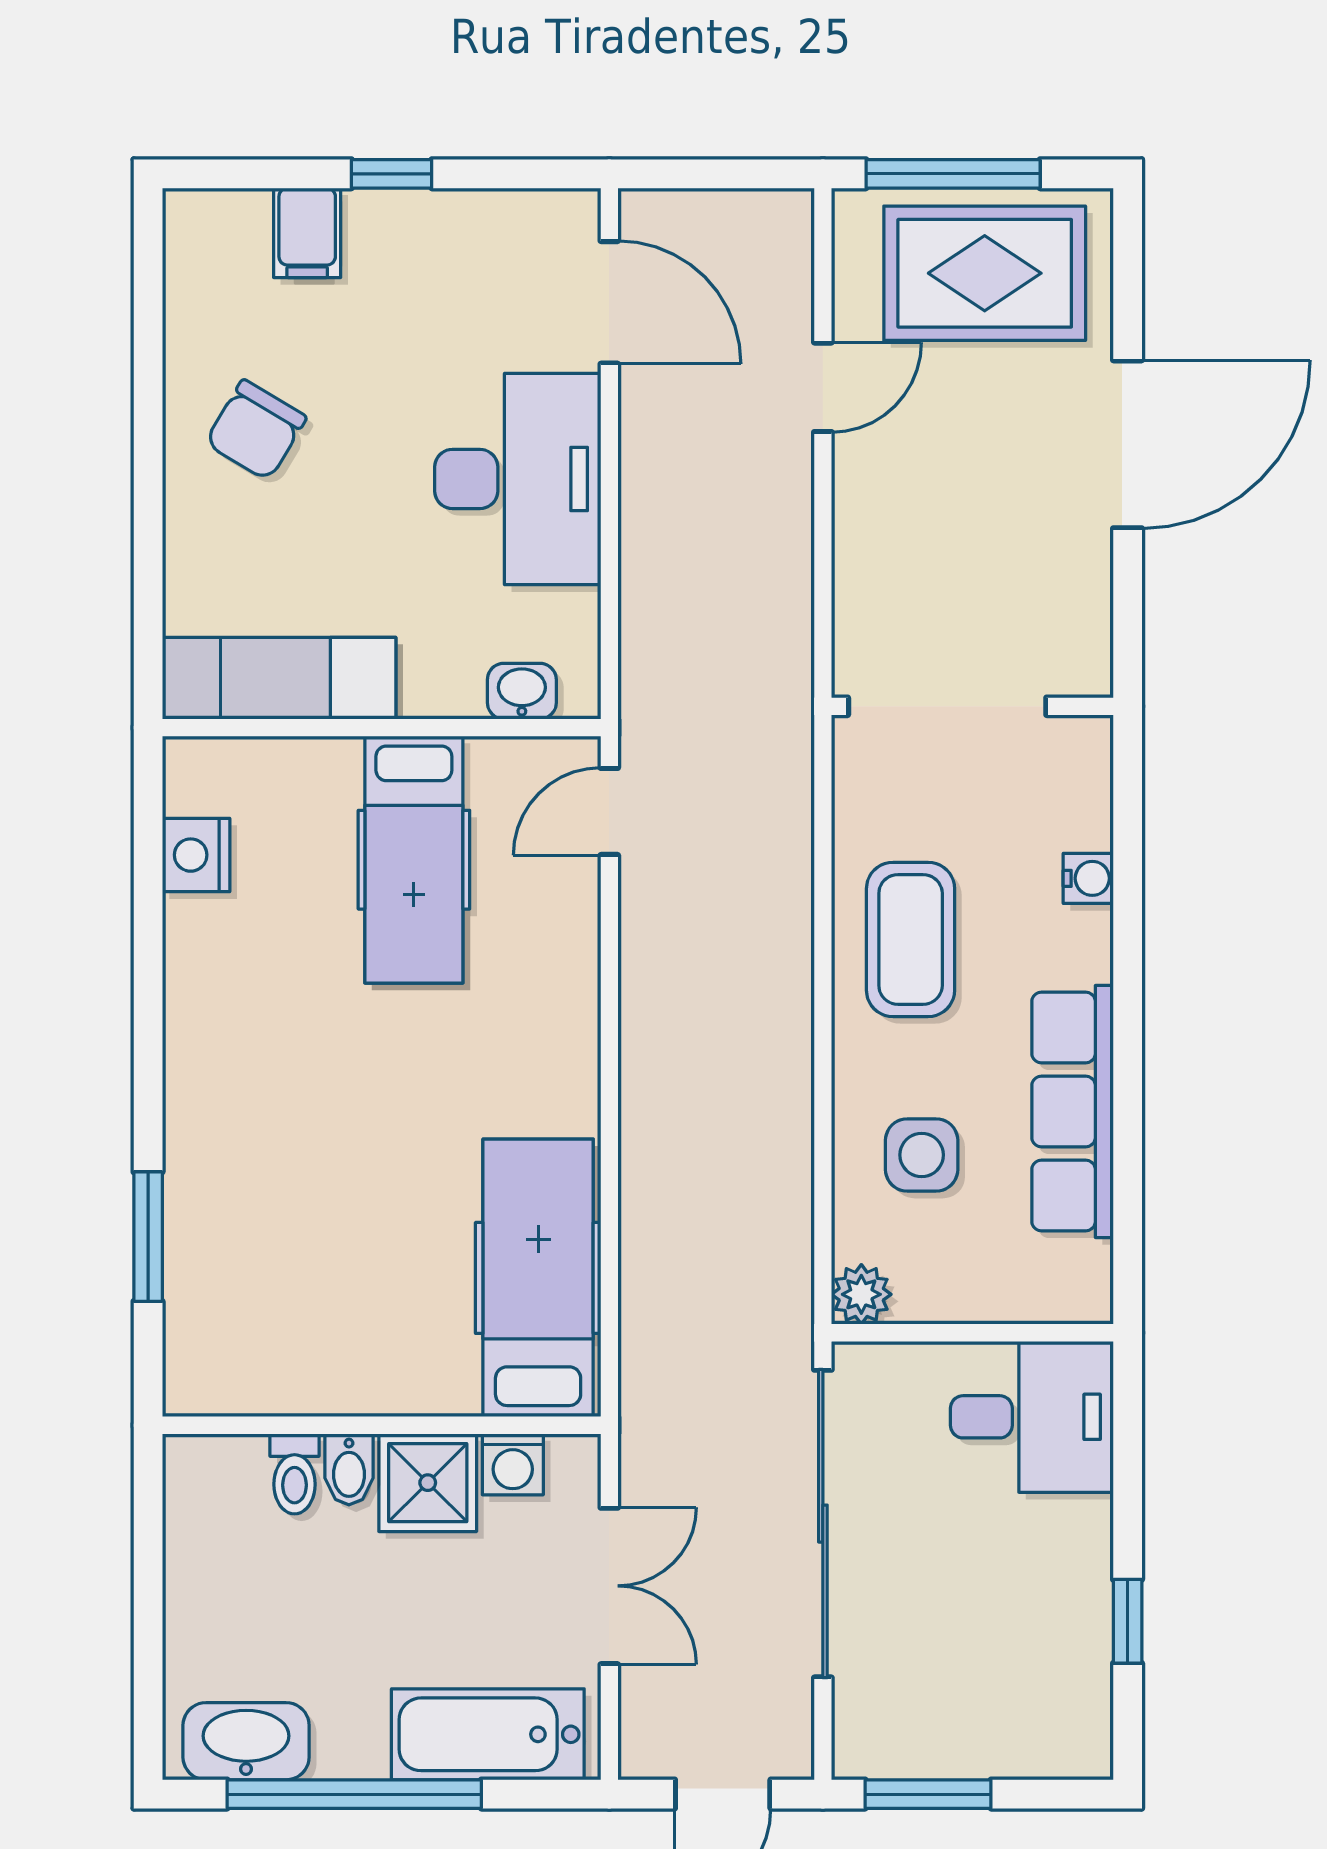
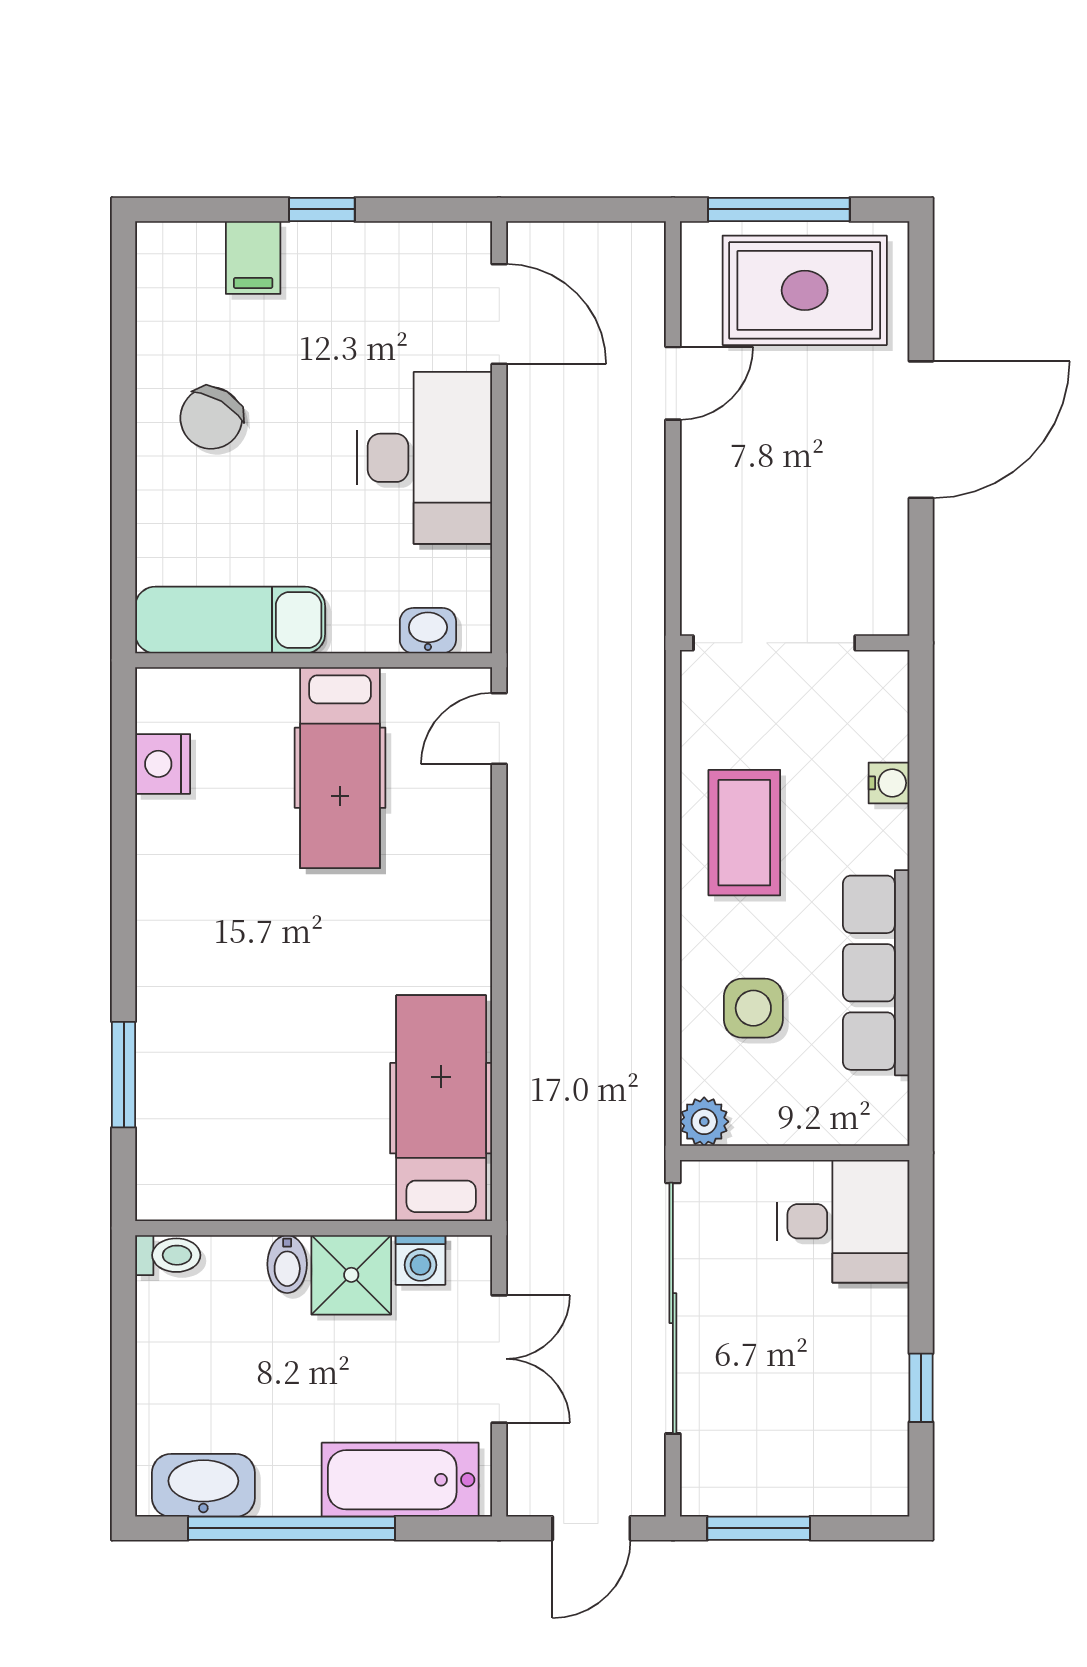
toilet: (295, 1474) -> (168, 1255), moved, turned -90

